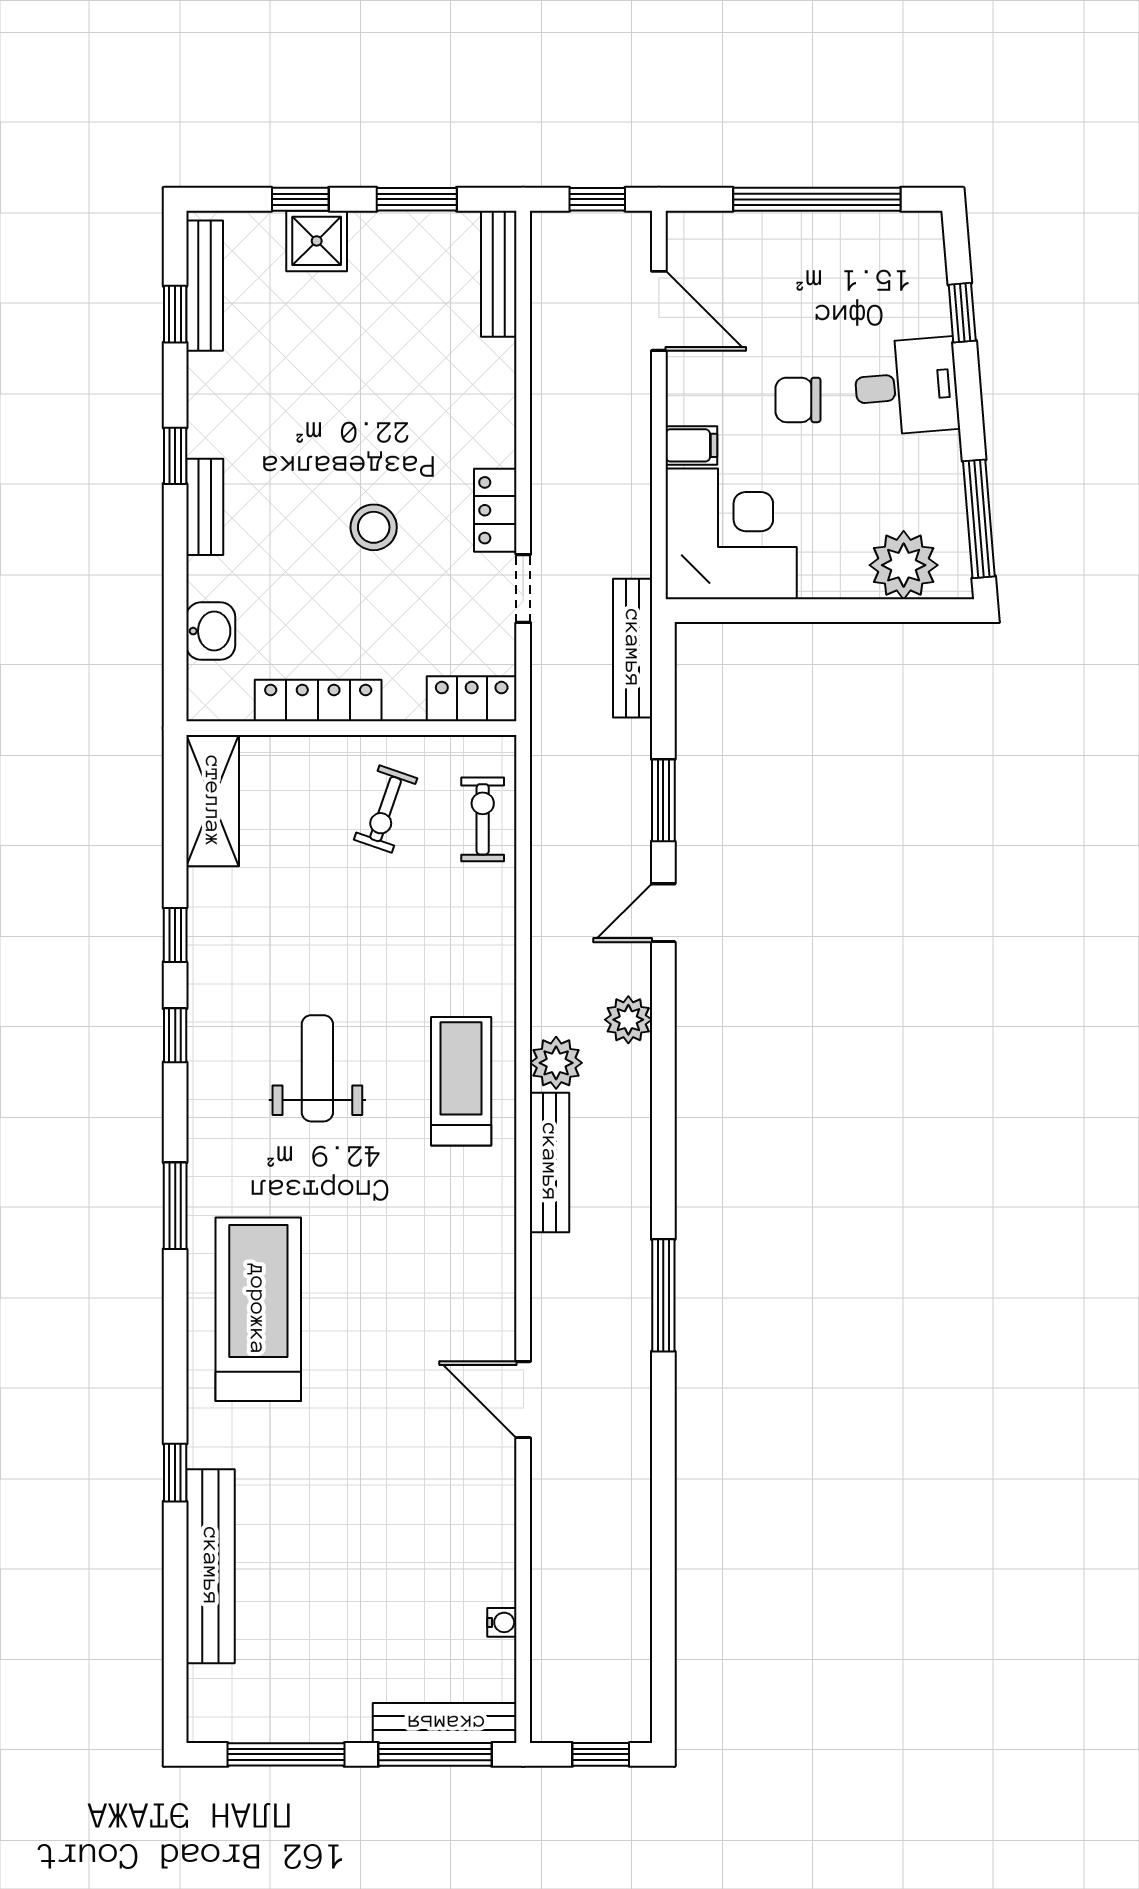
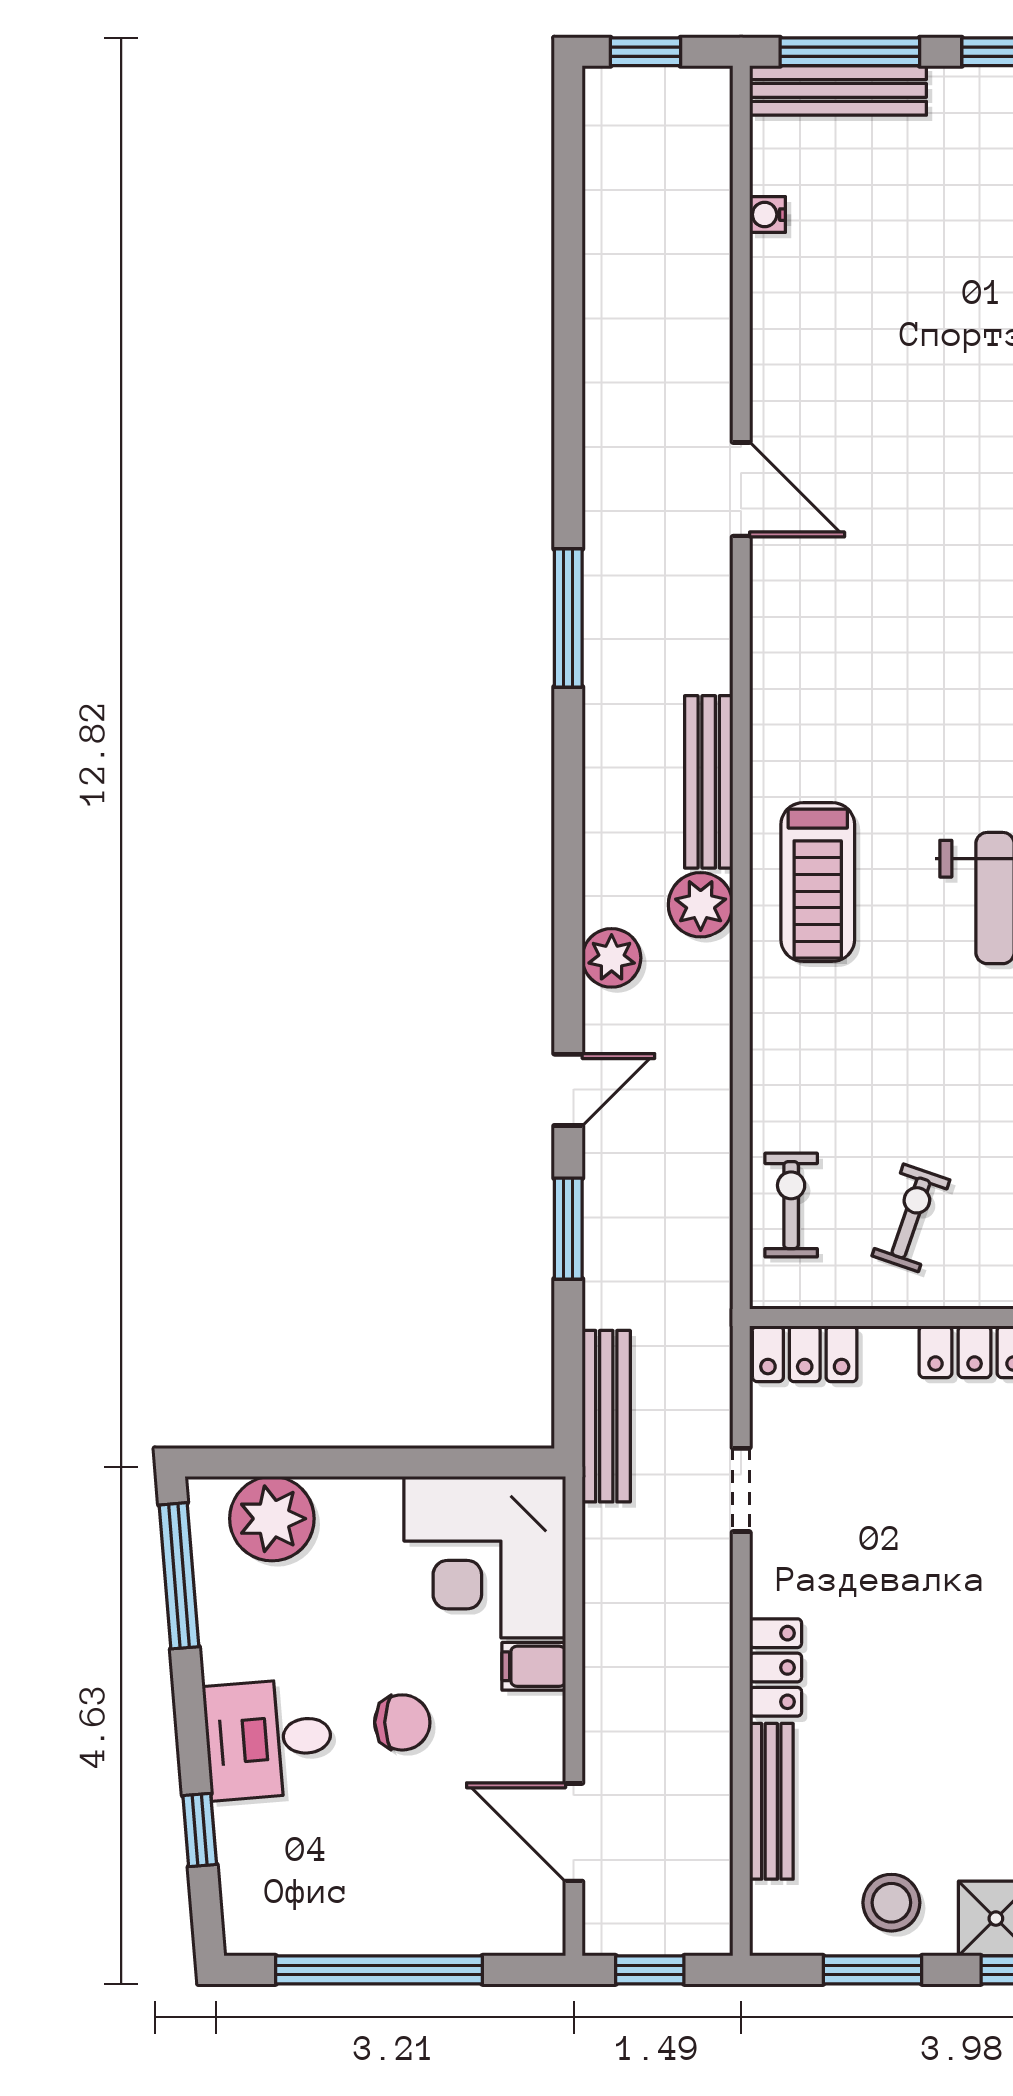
bench: (499, 274) -> (771, 1801), moved
locker: (495, 510) -> (776, 1667), moved
stool: (374, 527) -> (891, 1903), moved
exercise bike: (483, 819) -> (791, 1205), turned 180

